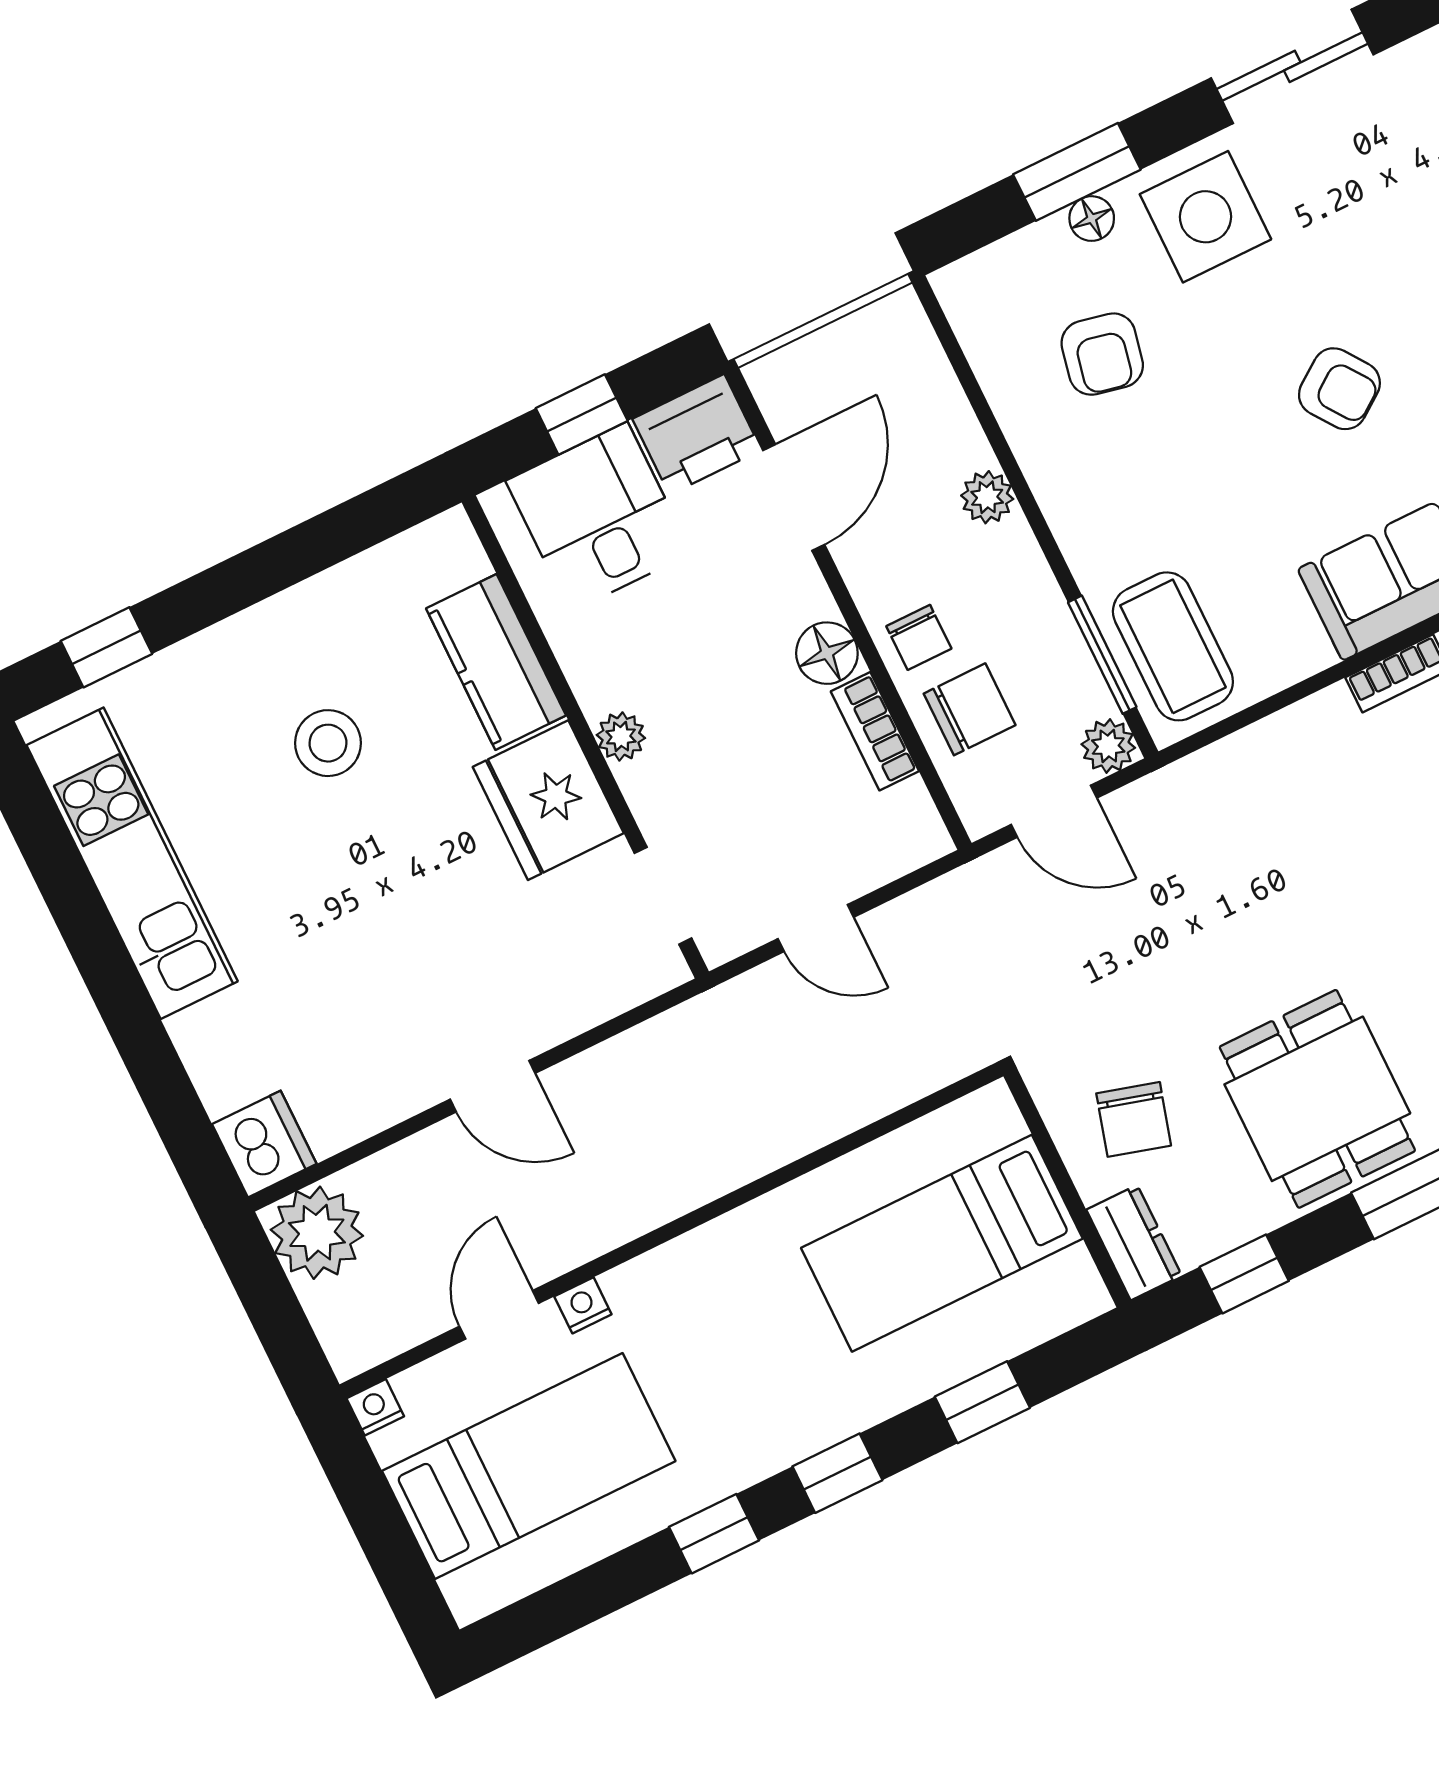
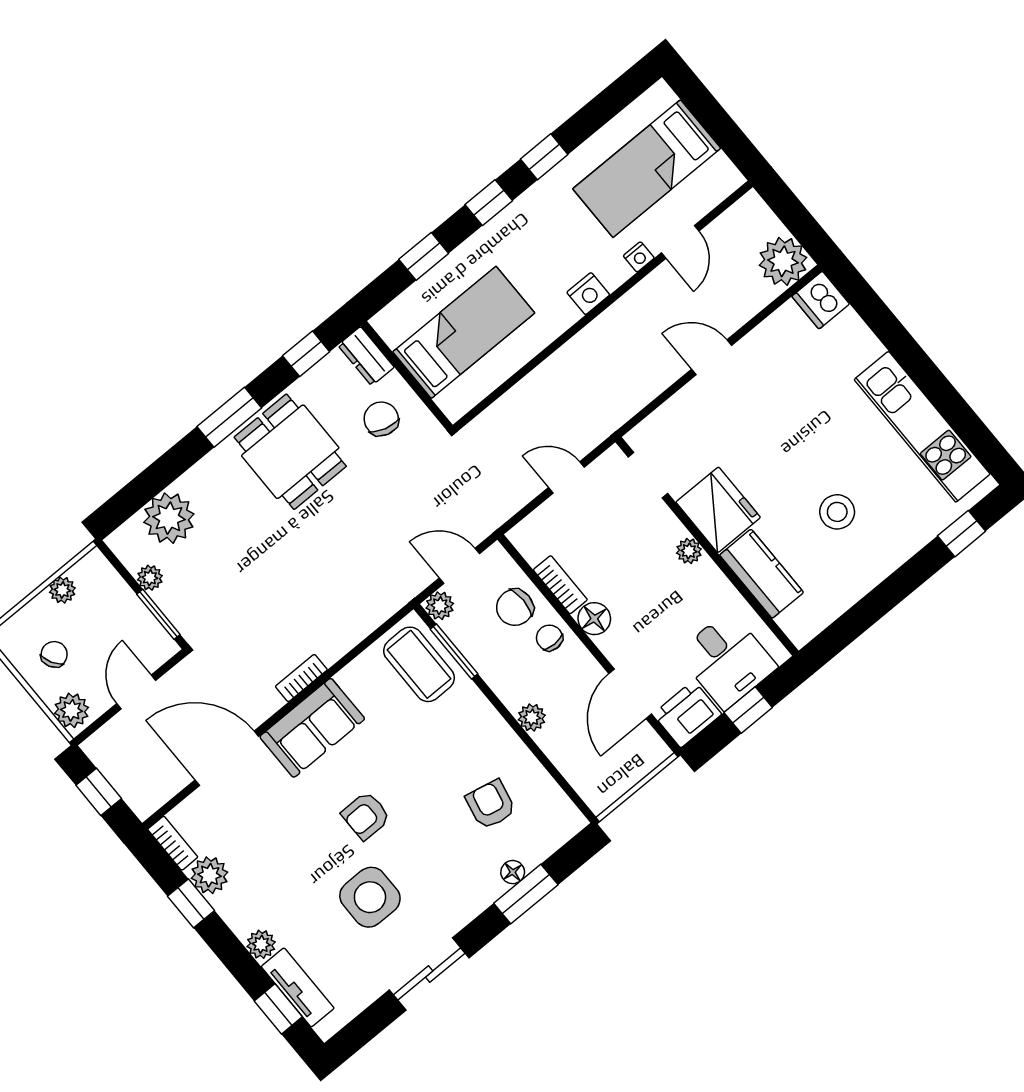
side table: (1205, 217) -> (370, 897), moved
armchair: (1339, 389) -> (366, 816), turned -54
nightstand: (375, 1407) -> (588, 294), moved, width x1.39, depth x1.35

